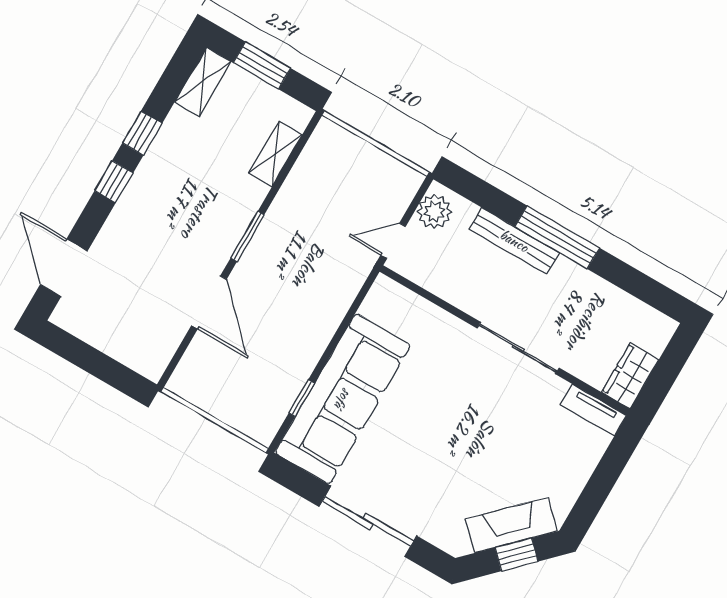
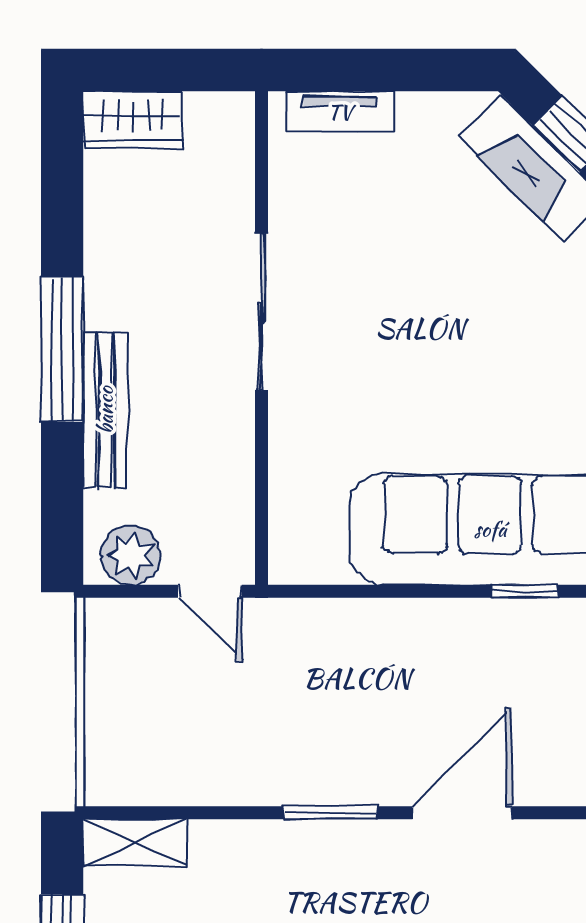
shelving: (276, 154) -> (135, 842), moved
wardrobe: (630, 376) -> (133, 120), moved
tv unit: (593, 410) -> (340, 112), moved, turned 90

